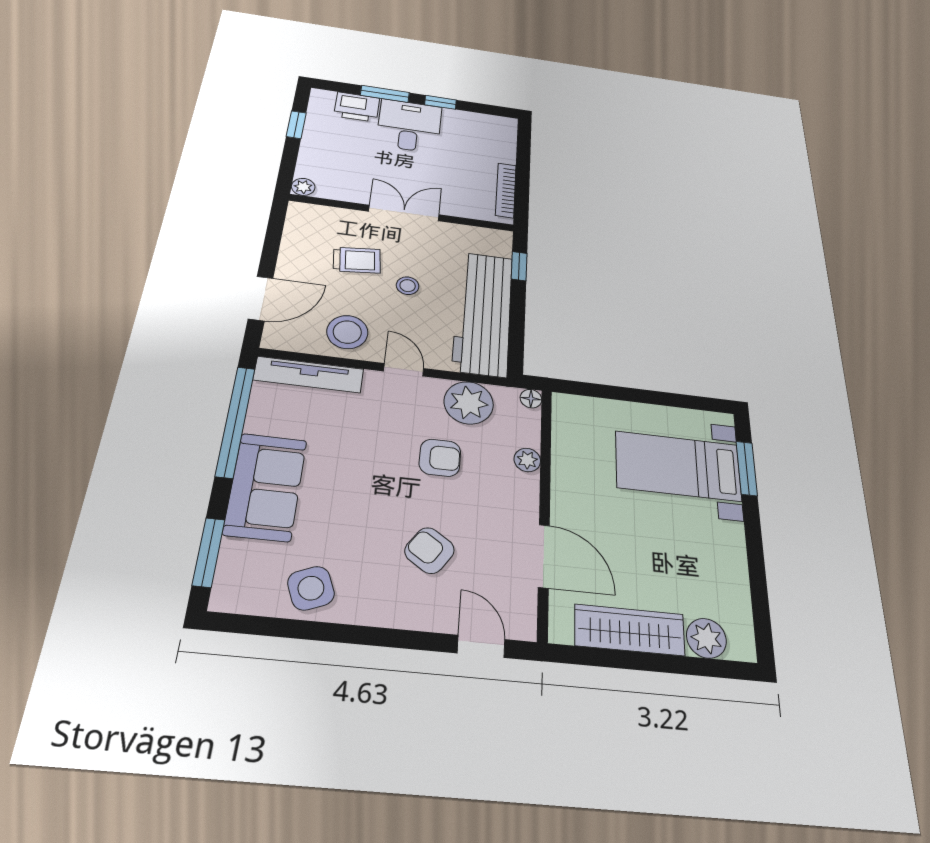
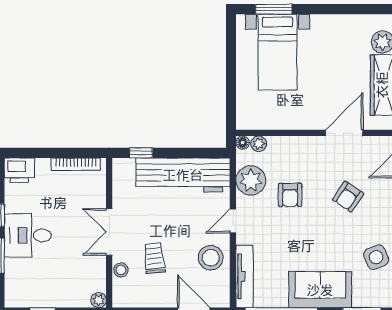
printer: (357, 107) -> (19, 170), moved, turned 90
stool: (408, 286) -> (121, 270), moved
armchair: (440, 458) -> (290, 195), turned 180
plant: (527, 460) -> (259, 144), moved

